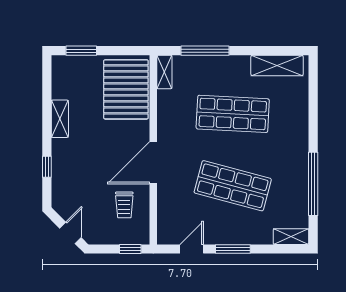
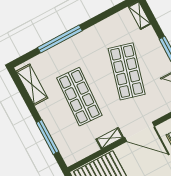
shelving: (164, 72) -> (110, 138), moved
window: (313, 184) -> (60, 39), moved

